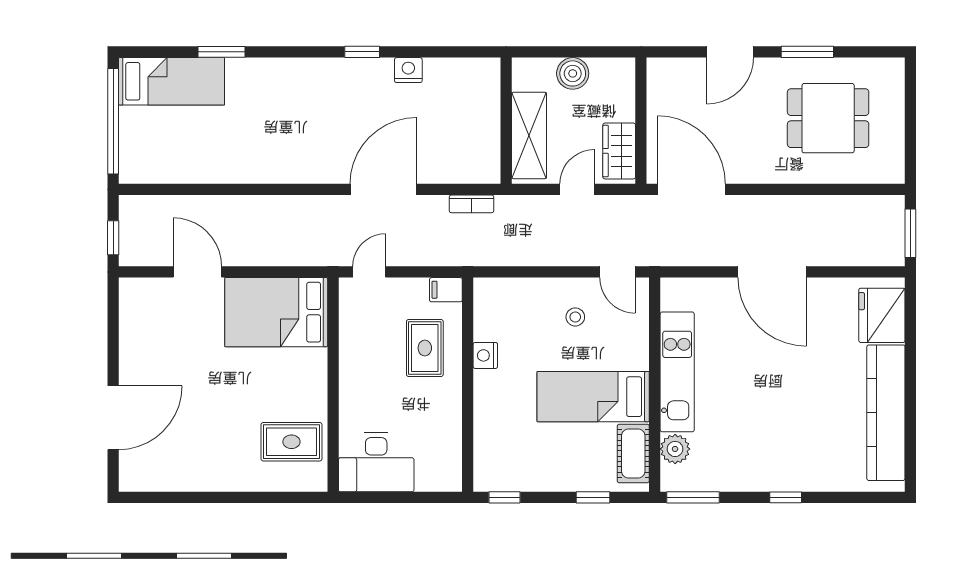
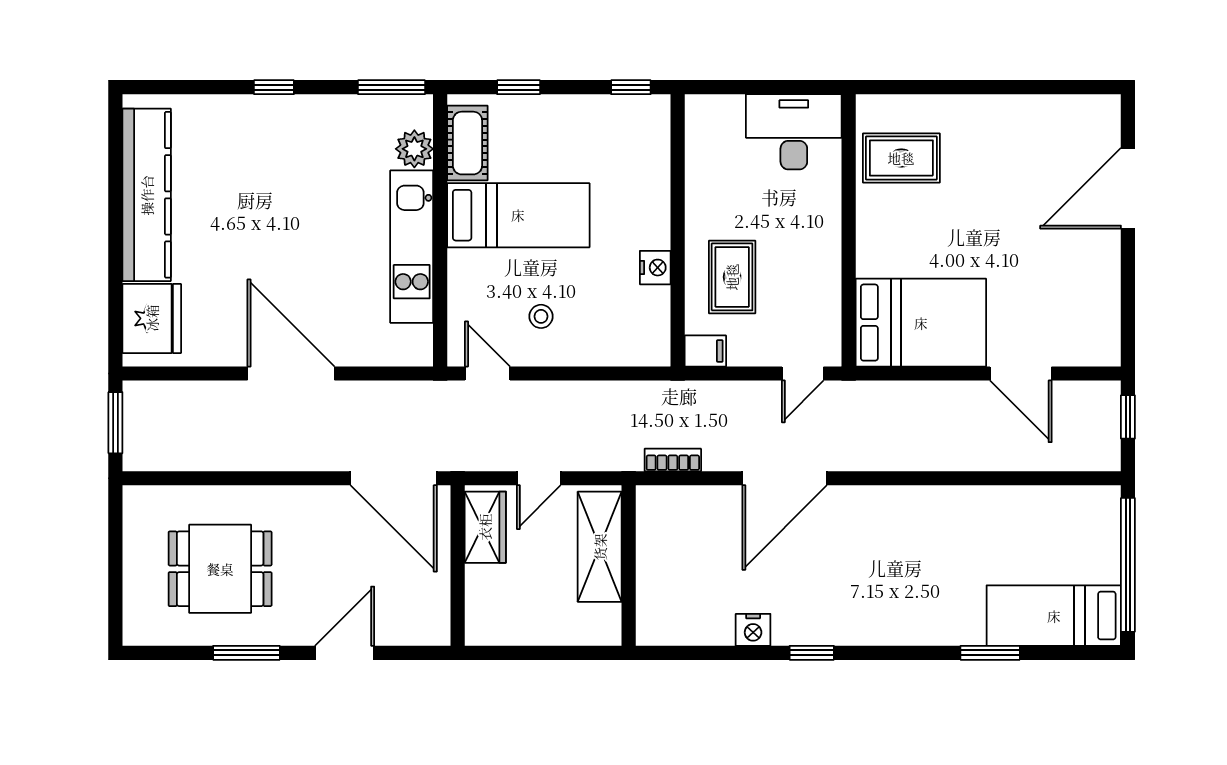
boiler: (573, 73) -> (544, 626), removed

